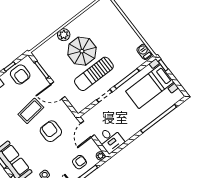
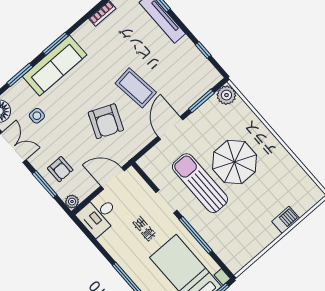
plant: (64, 35) -> (226, 95), moved
barbecue: (144, 52) -> (286, 220), moved
armchair: (20, 75) -> (192, 67), removed
armchair: (51, 131) -> (106, 121), turned 113

